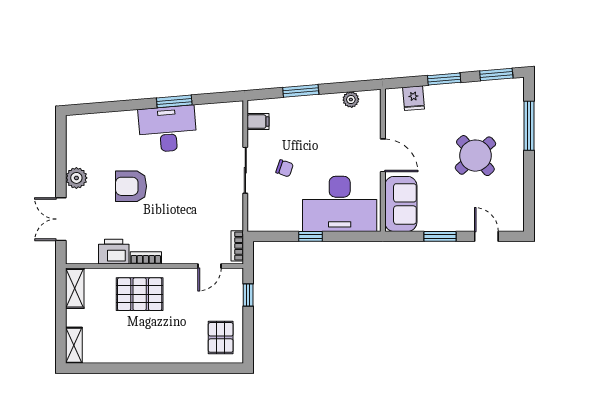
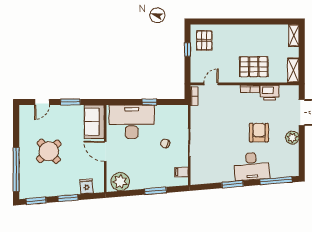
plant: (351, 100) -> (120, 182), width x1.87, depth x1.87
window: (103, 107) -> (276, 181), added
window: (529, 126) -> (16, 170), width x1.46
desk: (168, 129) -> (252, 166), moved
armchair: (131, 186) -> (259, 133), turned -90
door: (486, 236) -> (42, 102), hinge flipped
window: (248, 295) -> (187, 50), moved

